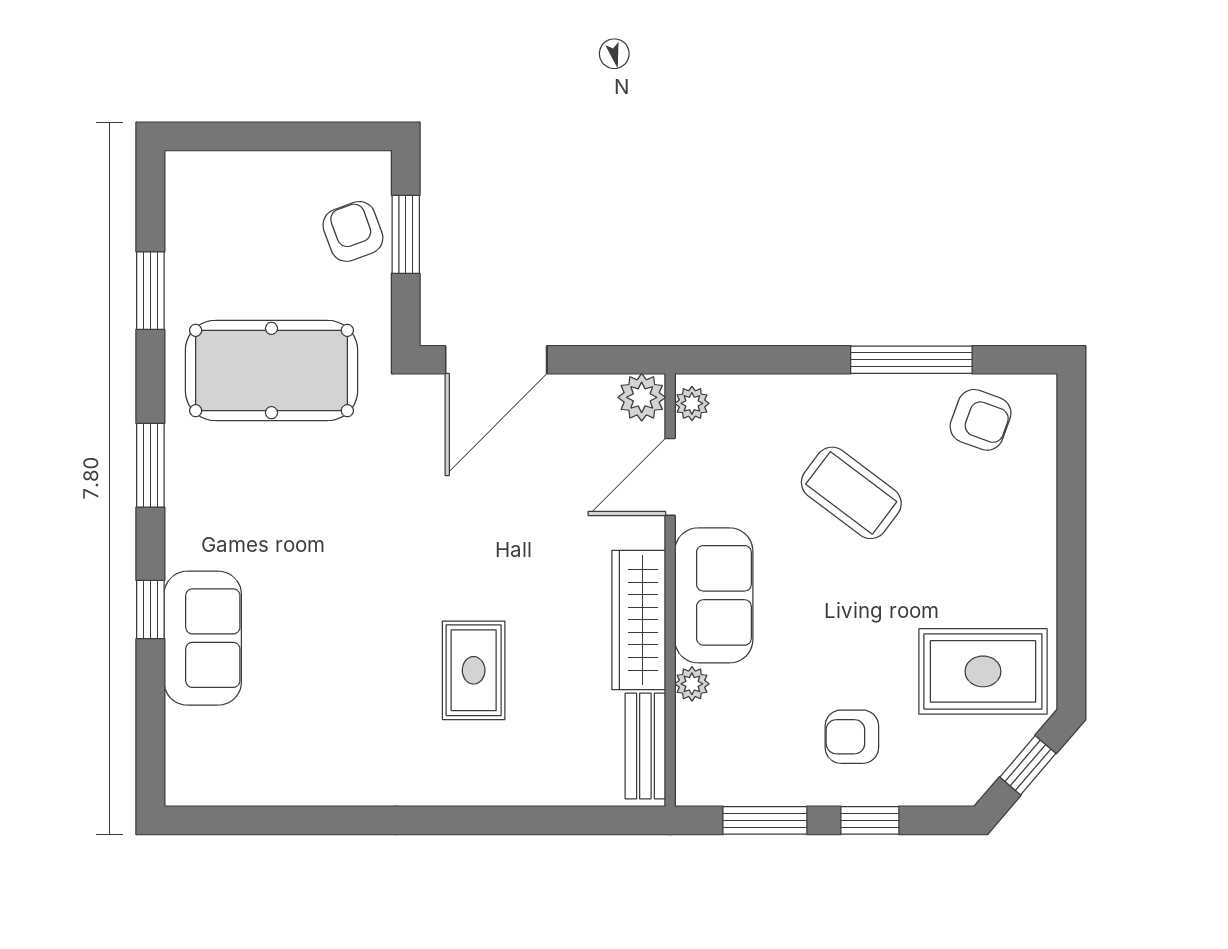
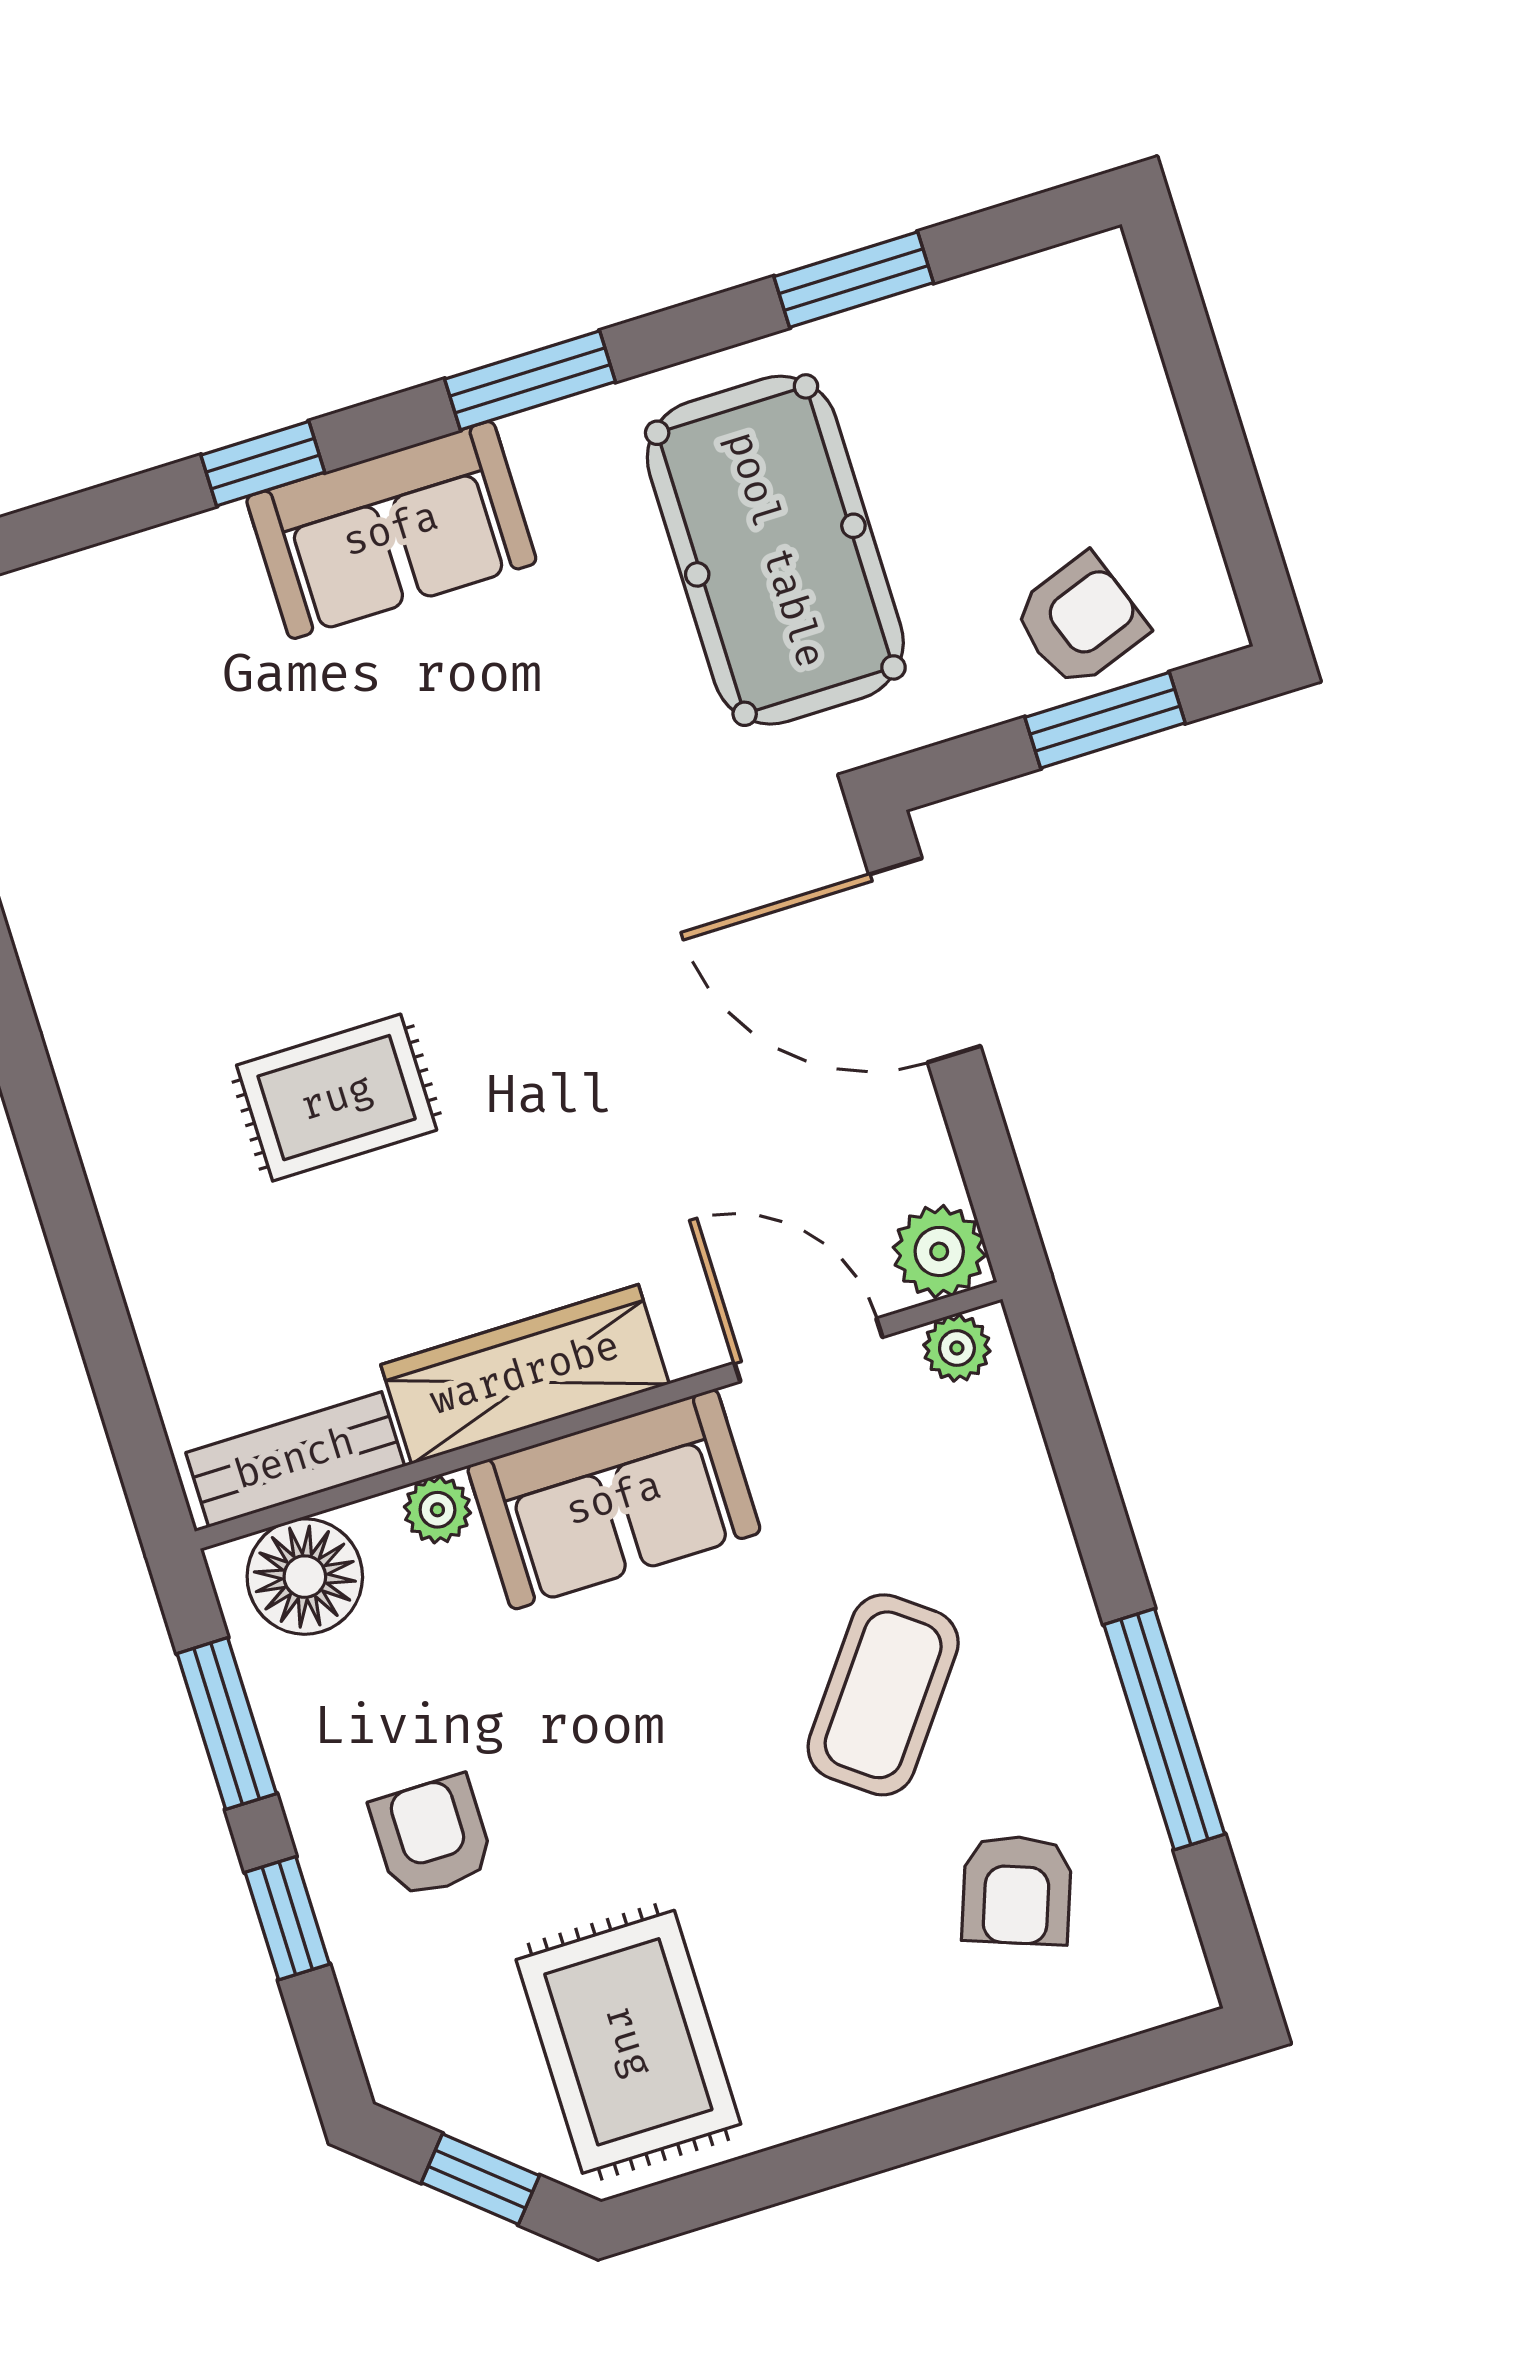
armchair: (981, 420) -> (1017, 1890), moved
sofa: (203, 638) -> (391, 530), moved
floor lamp: (704, 759) -> (305, 1577), added

